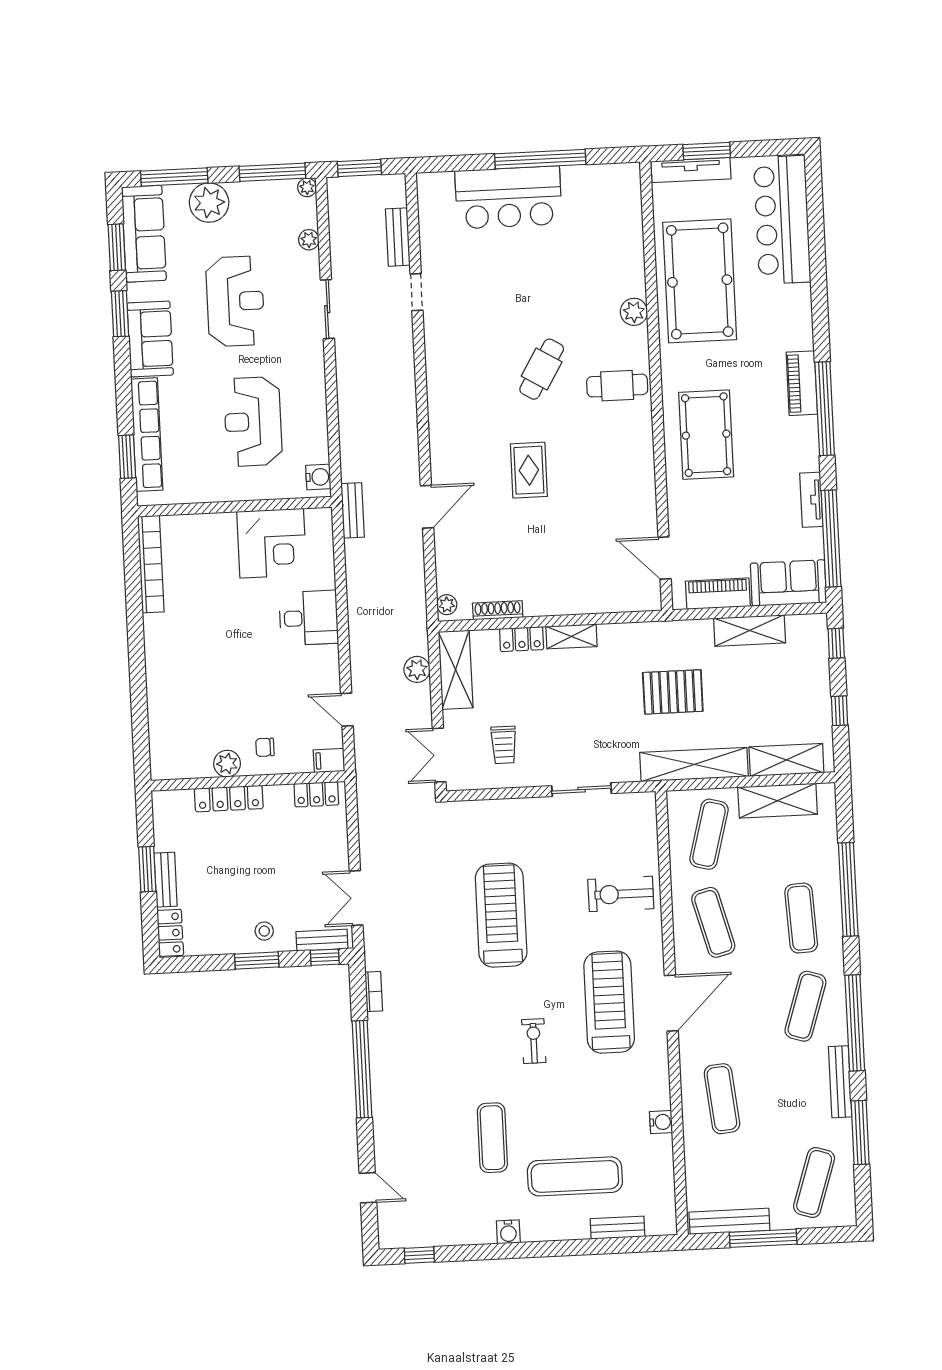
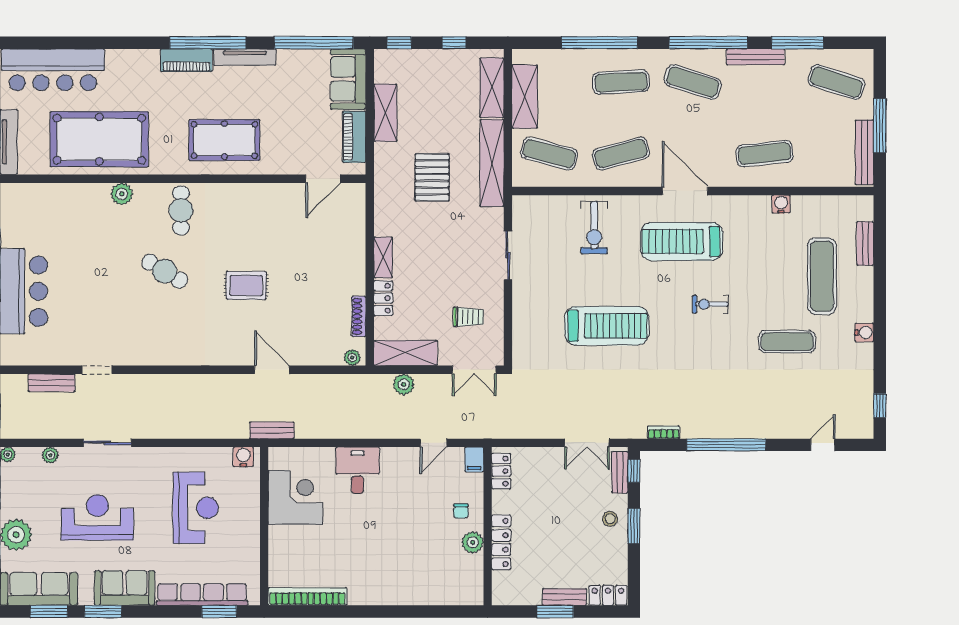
reception desk: (253, 422) -> (196, 508), turned -90
tv unit: (811, 500) -> (245, 57), moved, width x1.41
treadmill: (501, 915) -> (607, 326), turned 180

